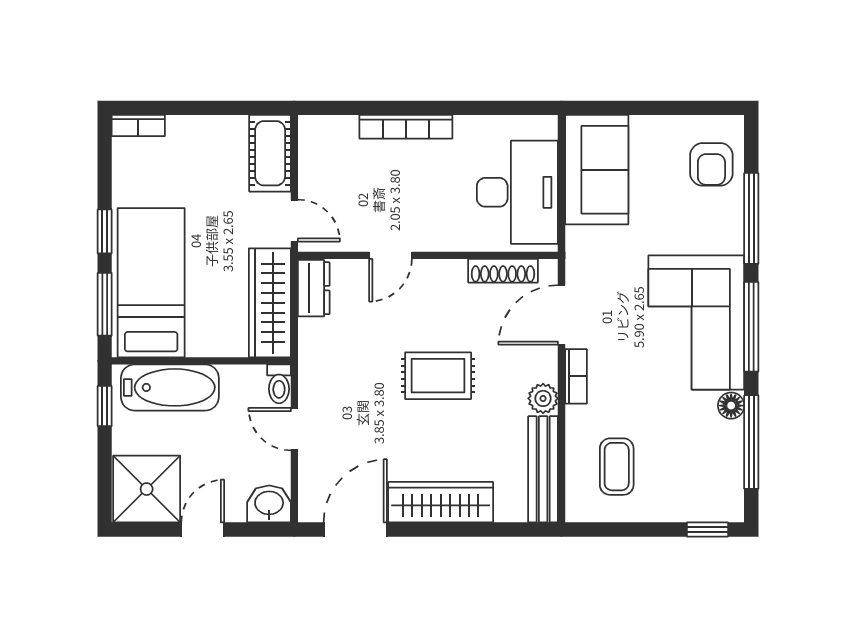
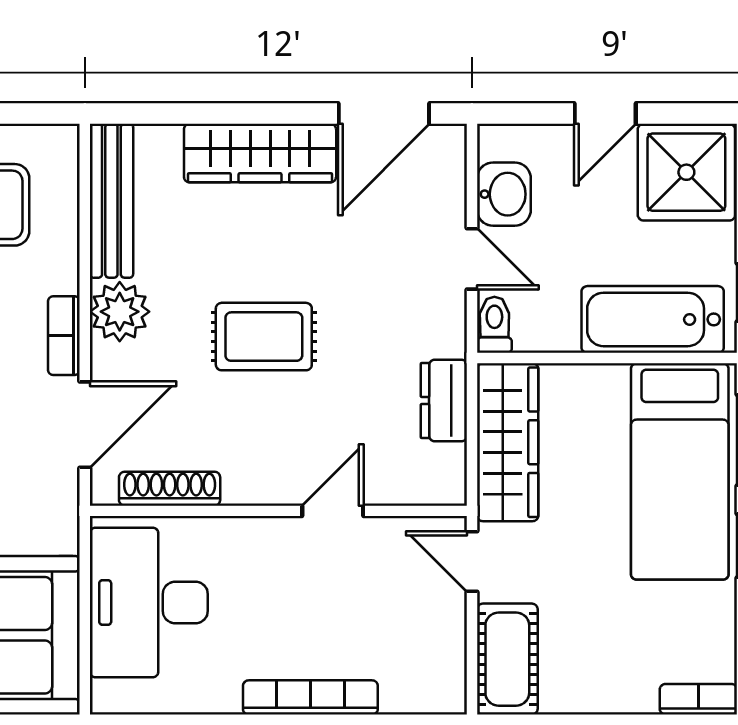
dresser: (314, 288) -> (444, 400), moved
plant: (543, 398) -> (120, 312), width x1.38, depth x1.38
washbasin: (269, 504) -> (504, 194), moved, turned -90

